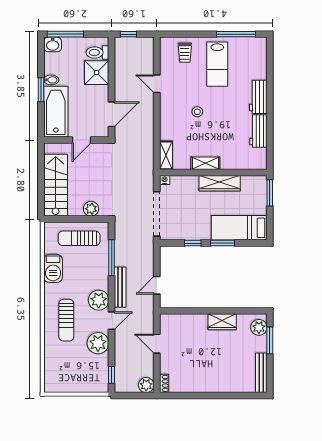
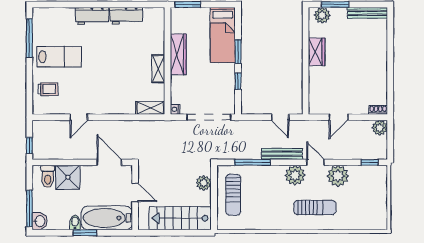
stool: (197, 112) -> (107, 77), removed
barbecue: (53, 268) -> (263, 221), removed

